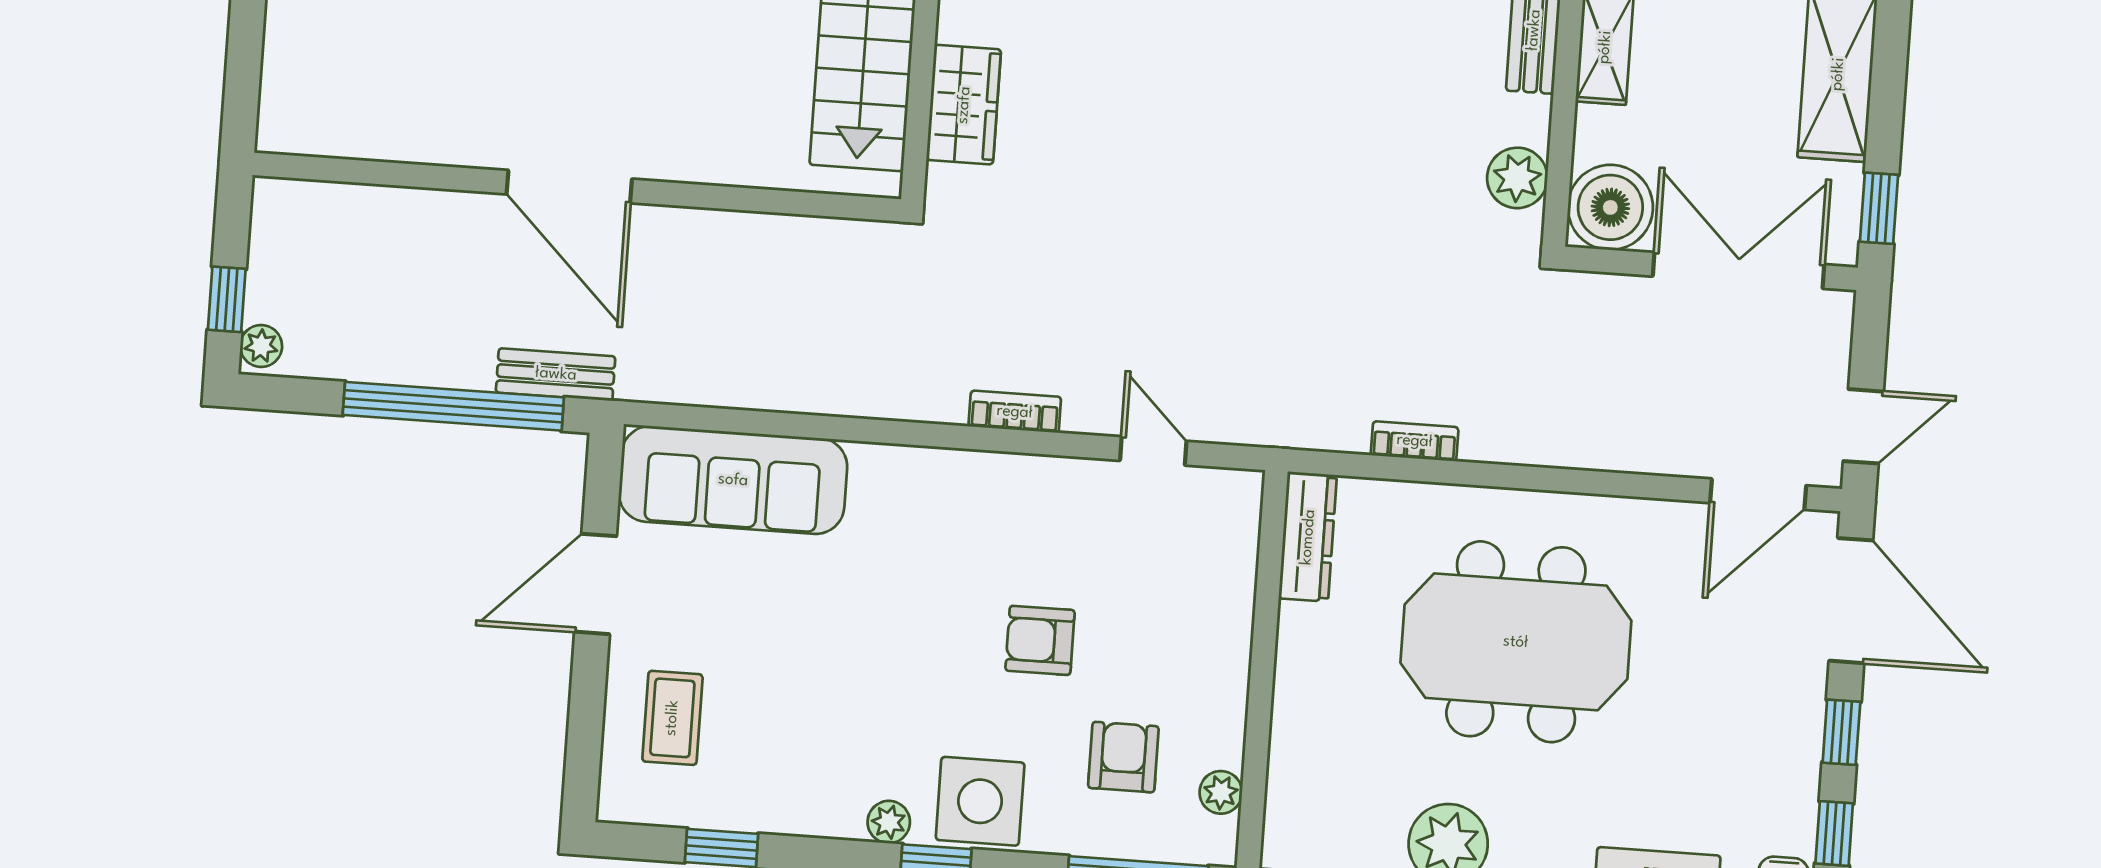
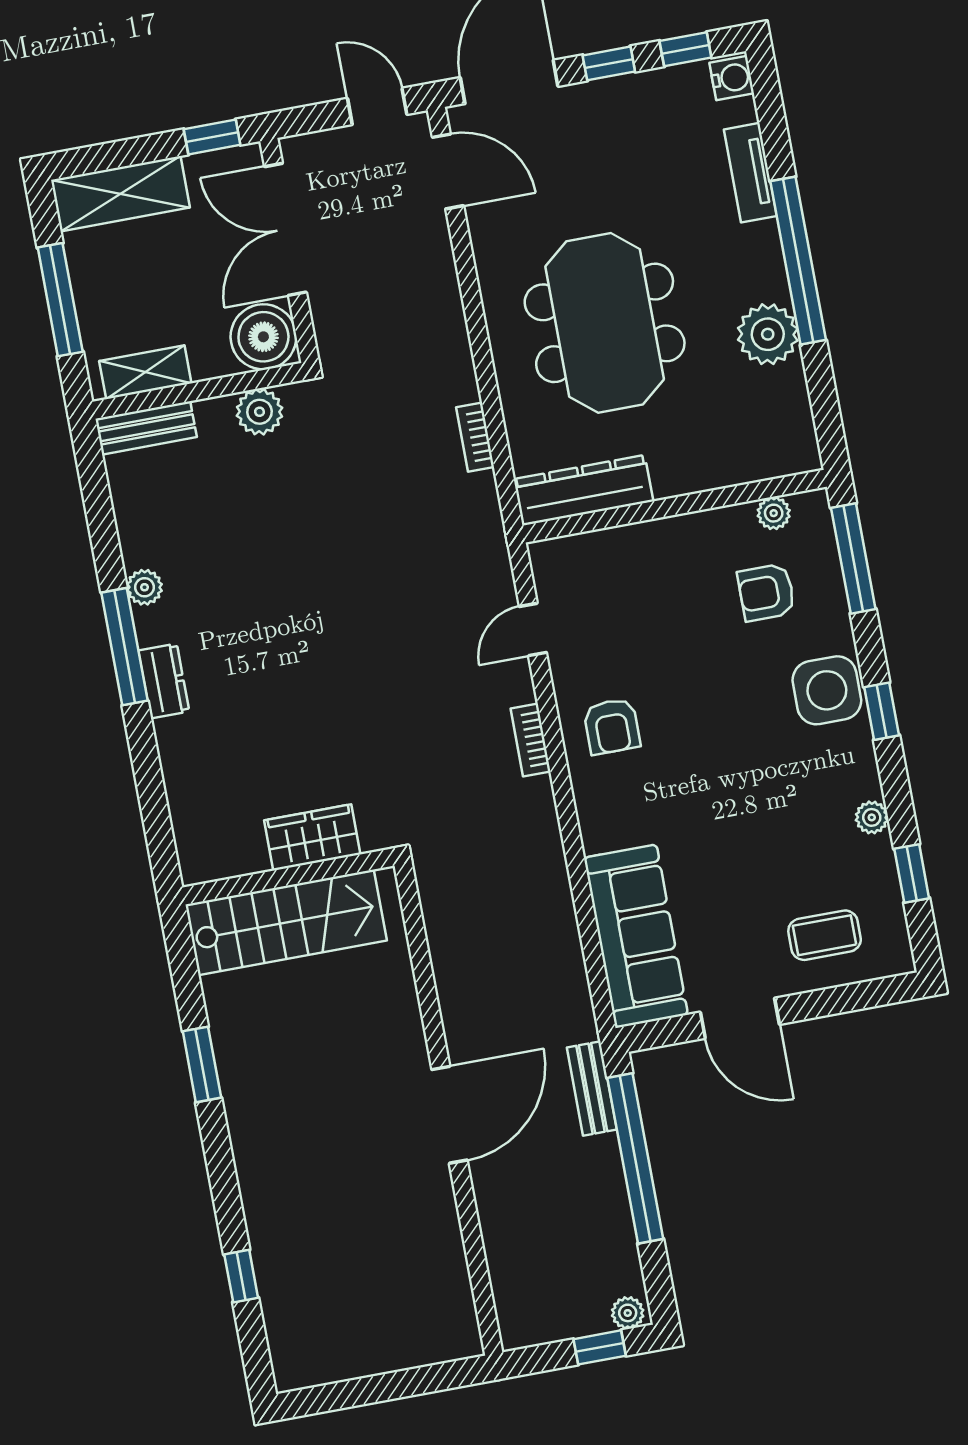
dresser: (1308, 537) -> (583, 490), width x1.37, depth x1.24
armchair: (1040, 640) -> (612, 726), moved
plant: (889, 822) -> (872, 817), moved

